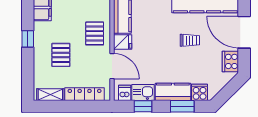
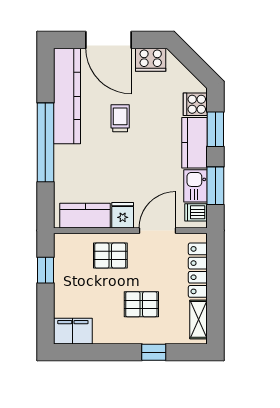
door: (244, 32) -> (108, 40), hinge flipped
window: (28, 39) -> (154, 352), moved
window: (143, 106) -> (215, 186), width x1.50

